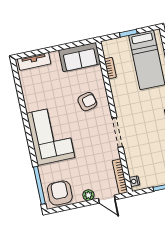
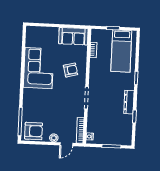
tv unit: (34, 61) -> (40, 31), removed
corner sofa: (51, 135) -> (38, 68), moved
armchair: (60, 193) -> (34, 131), turned 90
door: (107, 199) -> (66, 144), hinge flipped

